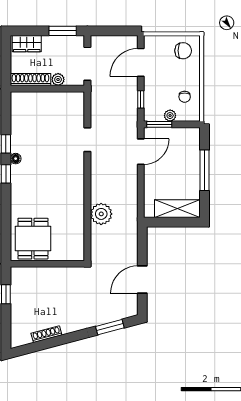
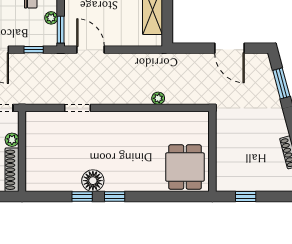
floor lamp: (16, 159) -> (93, 181), width x1.89, depth x1.89
plant: (101, 214) -> (158, 98), width x0.53, depth x0.53
dining table: (33, 239) -> (185, 167), turned 90

